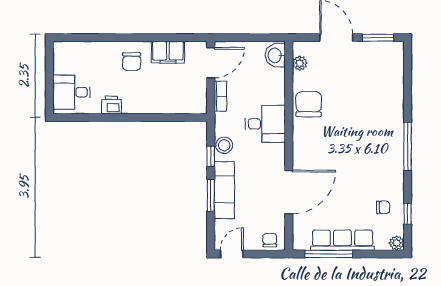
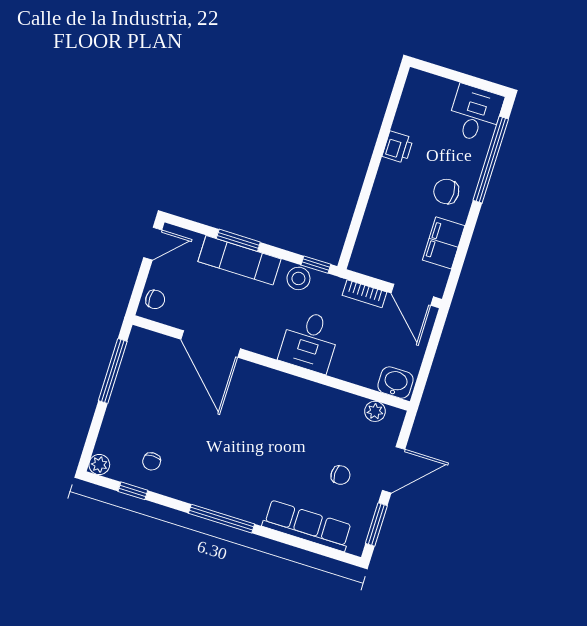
window: (100, 38) -> (491, 160), added
desk: (72, 92) -> (475, 114), moved
chair: (309, 104) -> (340, 475), moved, width x0.54, depth x0.54
window: (211, 156) -> (316, 265), moved
row of seats: (343, 240) -> (307, 526), moved, turned -90
door: (232, 254) -> (153, 244), hinge flipped

